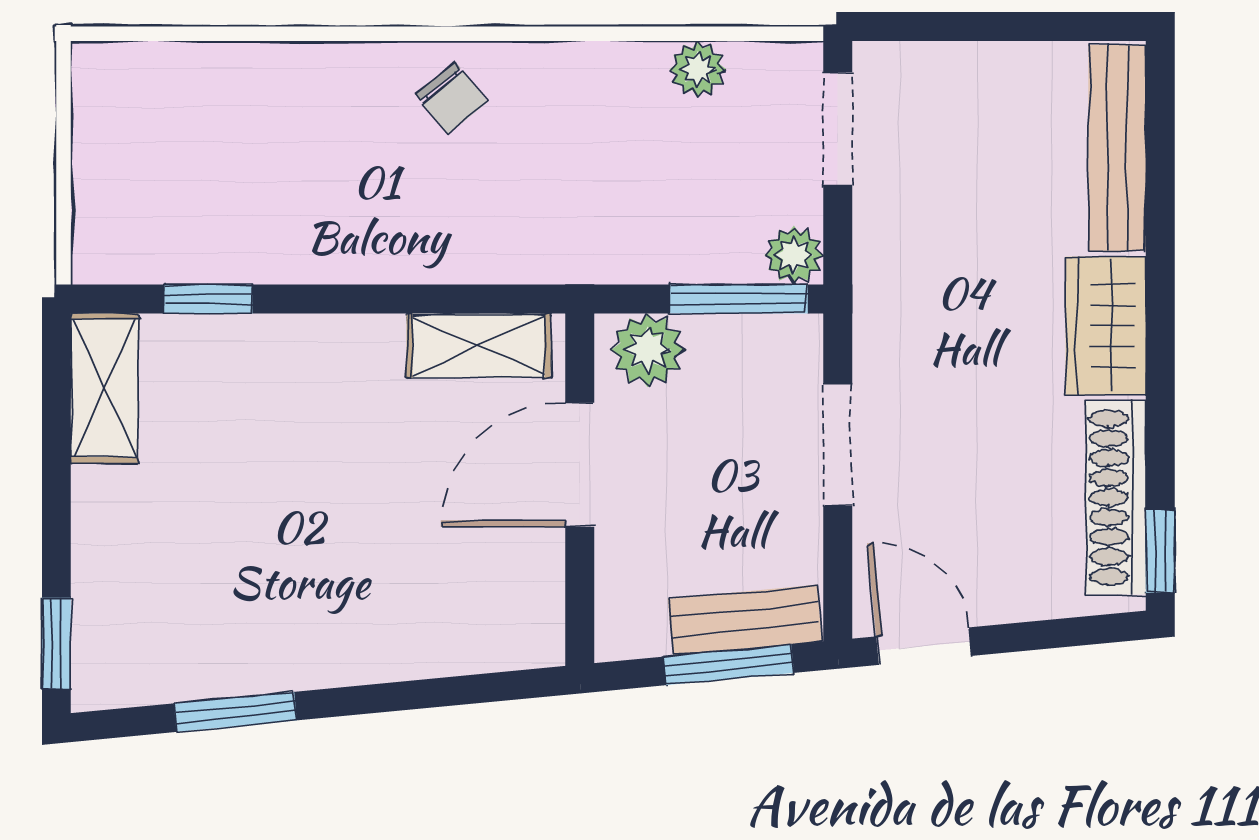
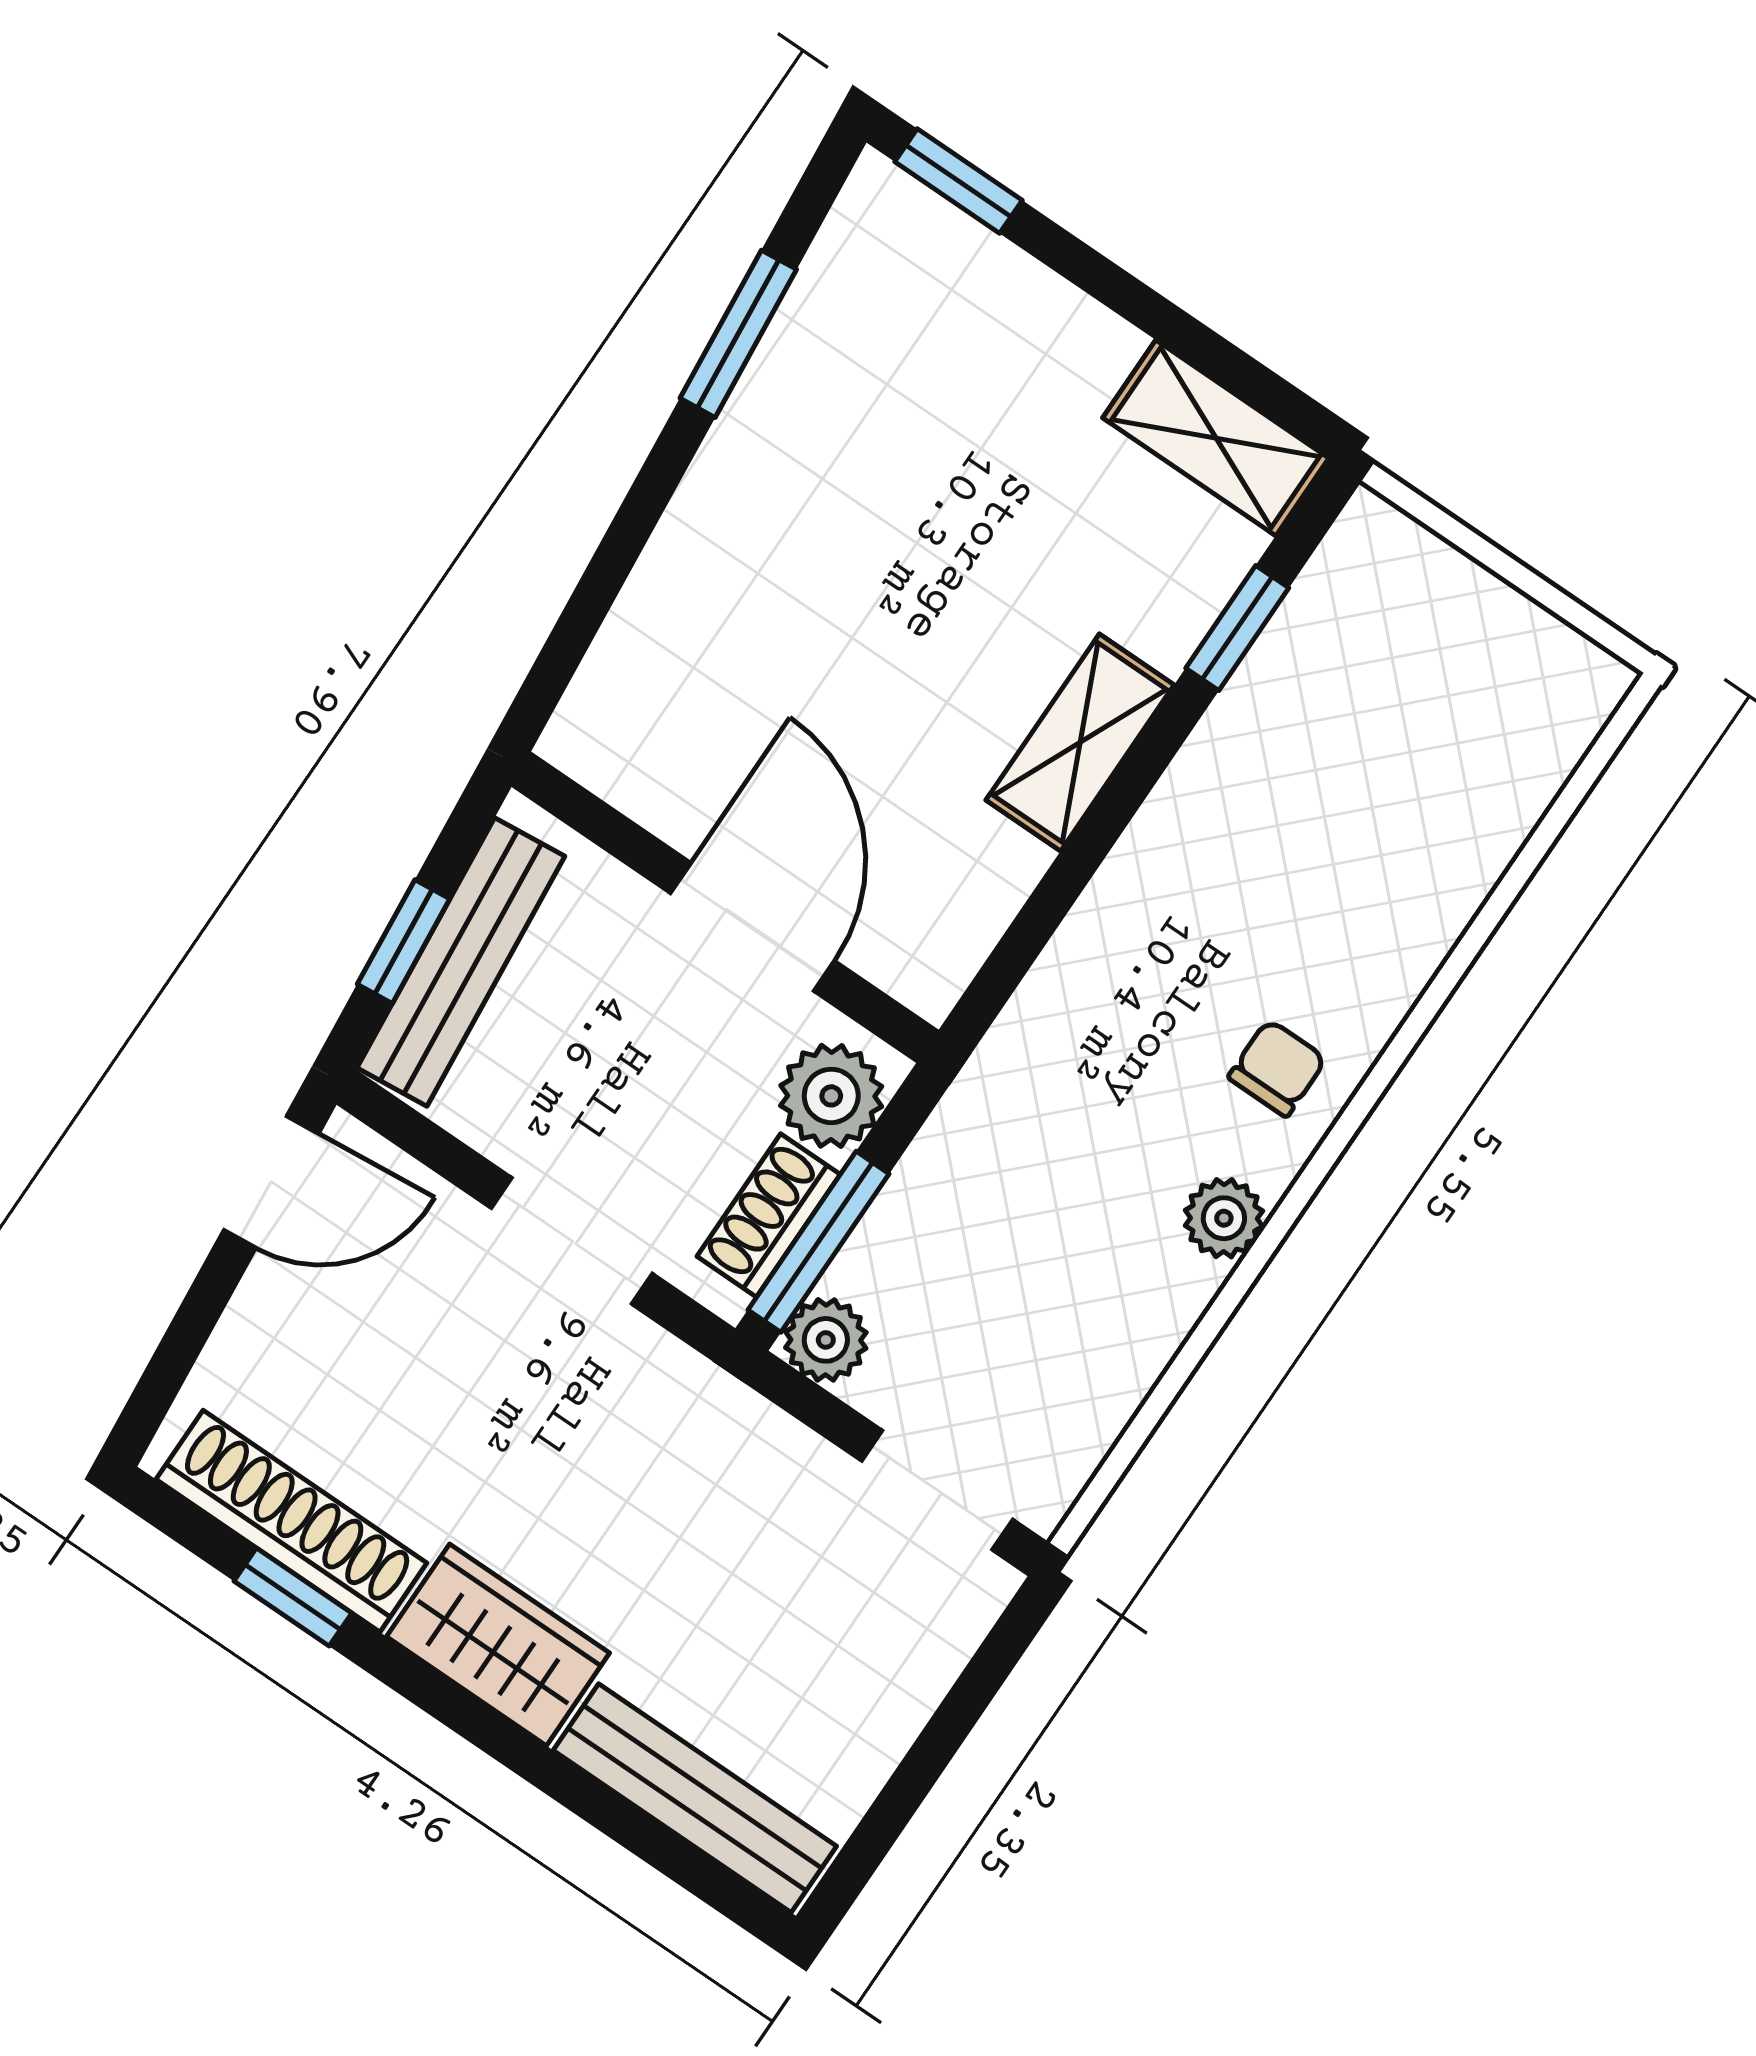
plant: (698, 69) -> (1224, 1218), moved
chair: (452, 98) -> (1277, 1068), turned 129
shoe rack: (743, 339) -> (769, 1215), added
shelving: (478, 346) -> (1080, 743), moved
window: (1160, 551) -> (293, 1597), moved
bench: (745, 620) -> (461, 962), width x1.36
window: (729, 665) -> (404, 942), width x0.67

